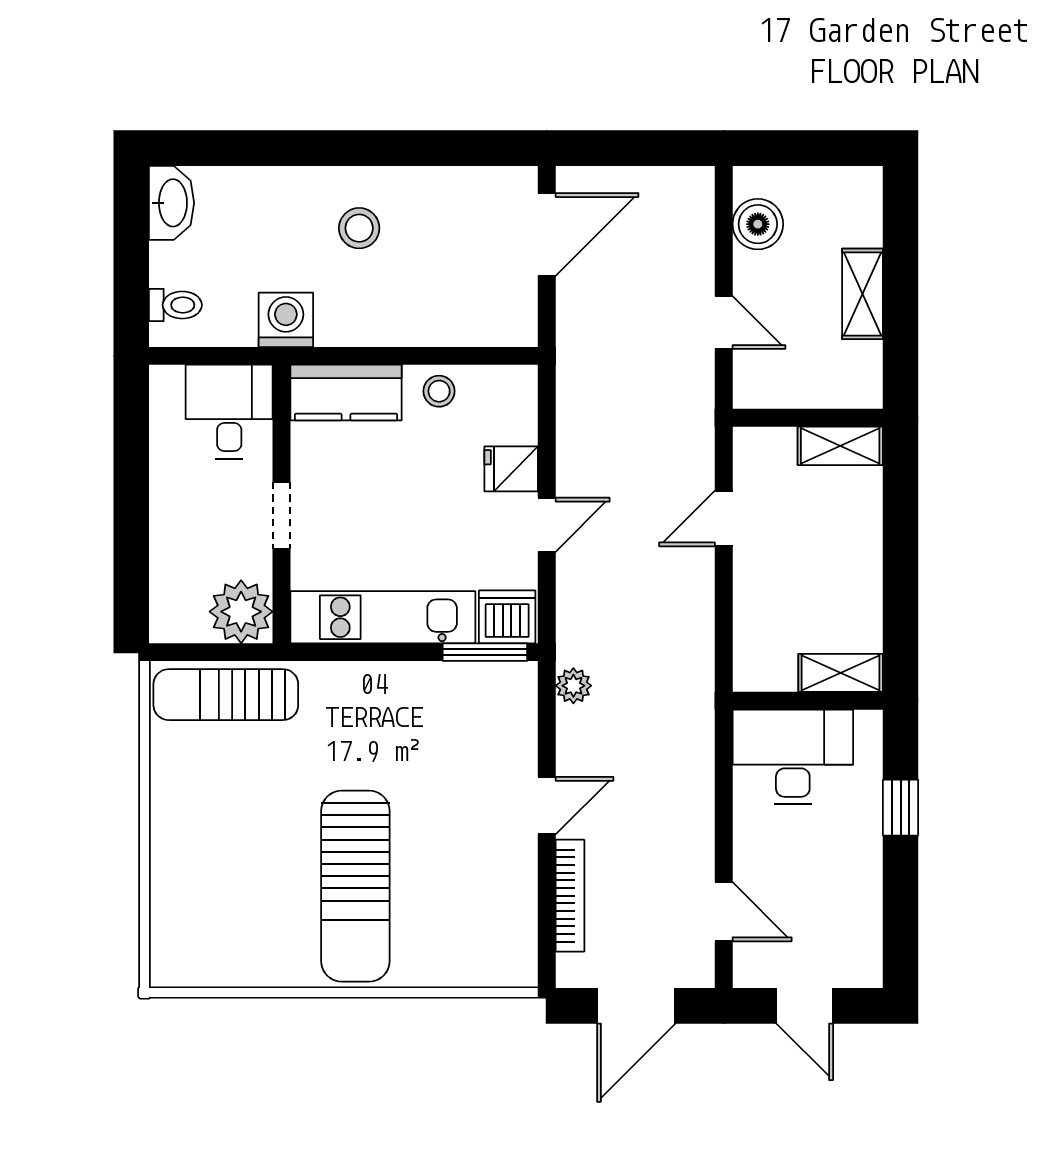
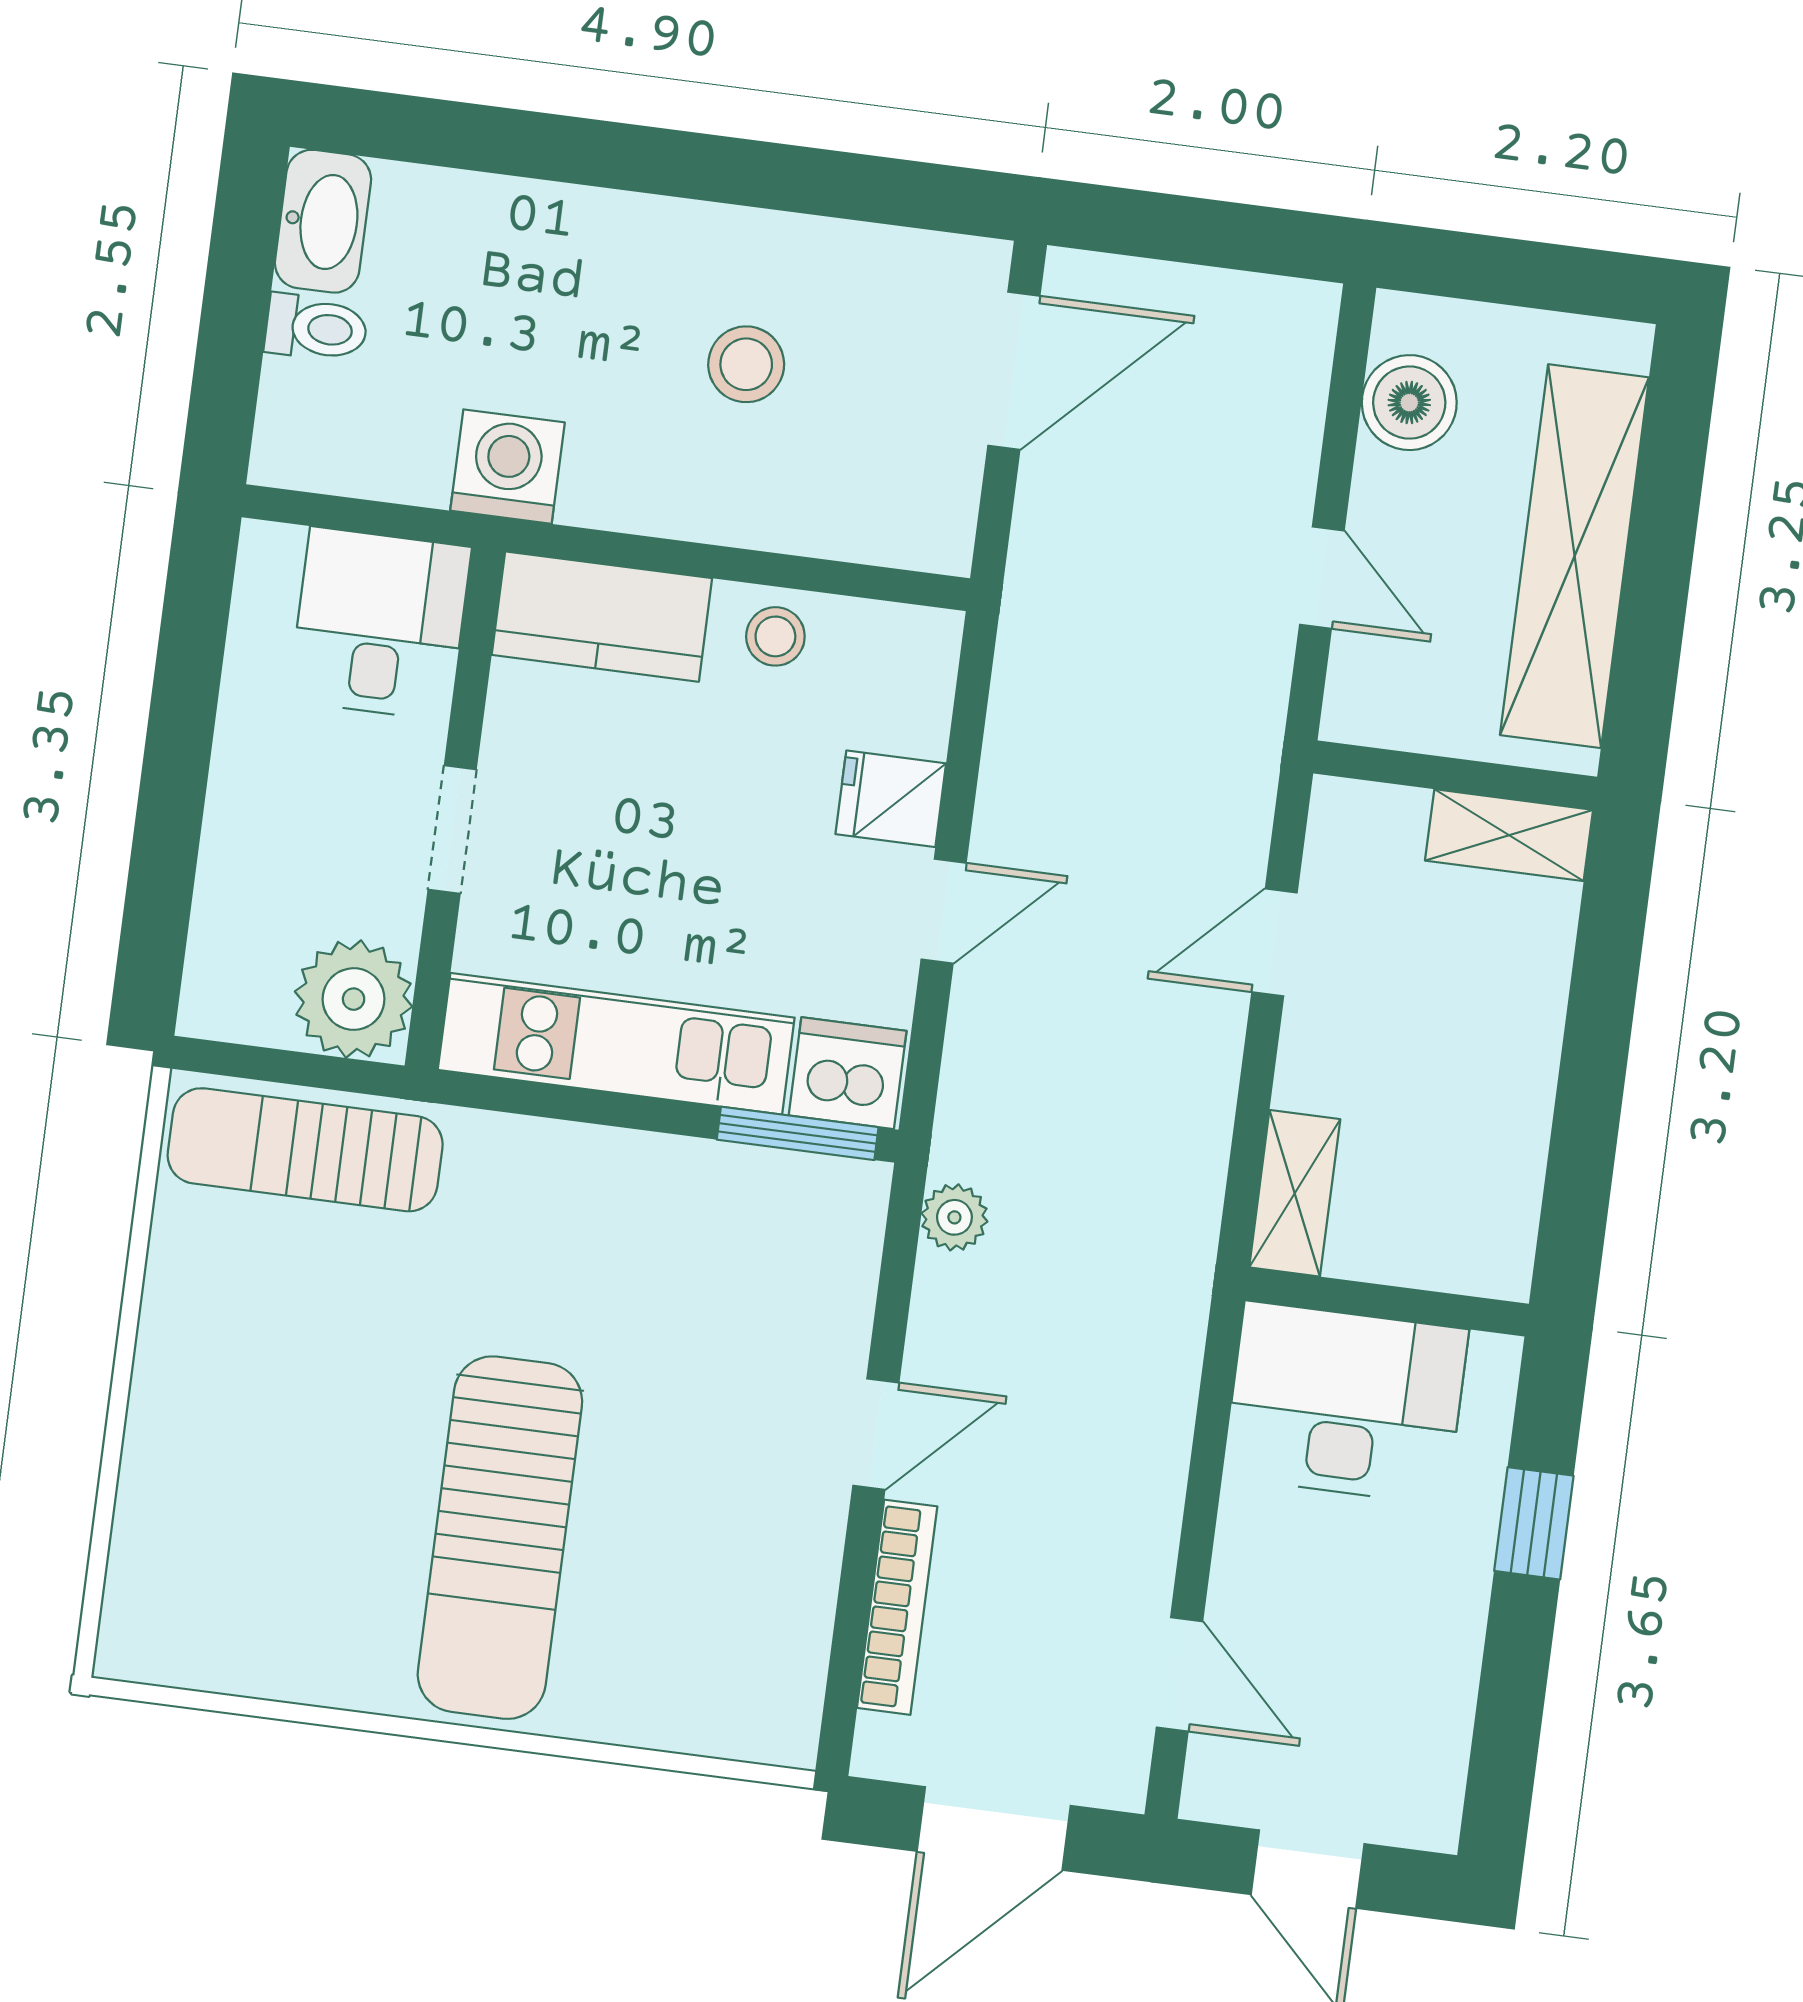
stool: (359, 228) -> (746, 364), moved
shelving: (862, 294) -> (1575, 556), width x2.20, depth x1.33
toilet: (175, 305) -> (316, 328), moved
shelving: (841, 673) -> (1295, 1193), moved, turned 90

